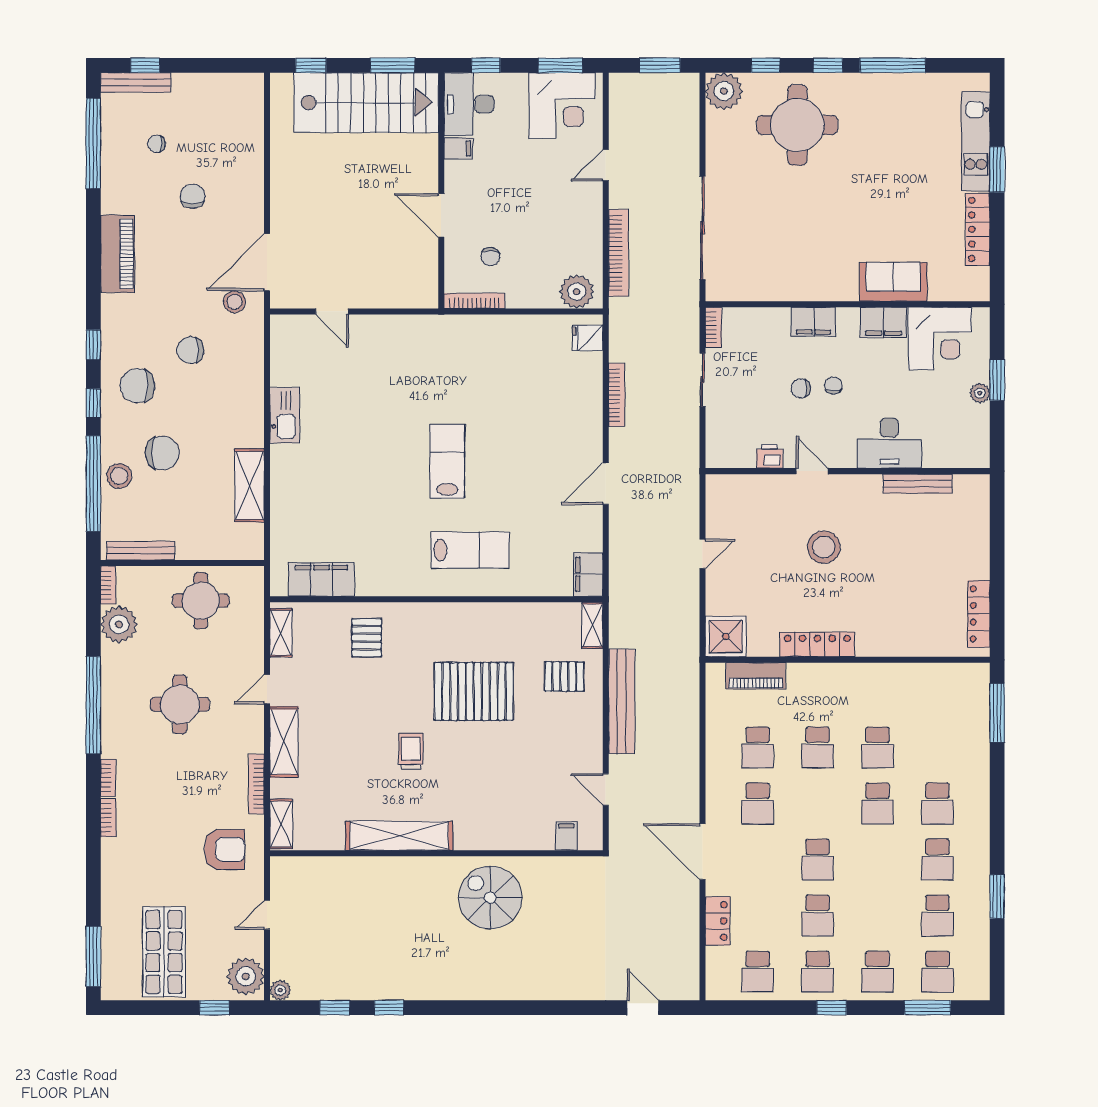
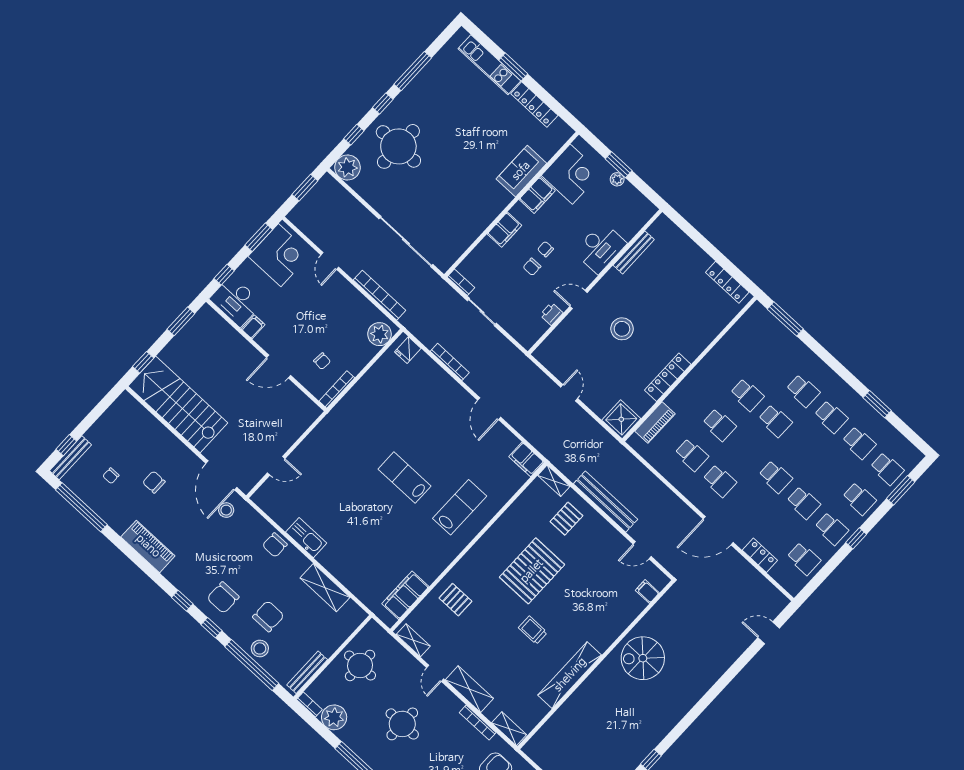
stairs: (366, 103) -> (178, 404), moved, turned -90
chair: (190, 350) -> (275, 545), moved

